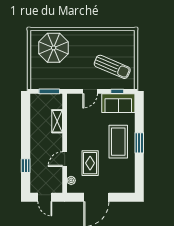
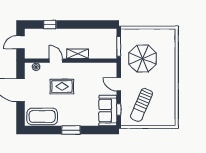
parasol: (54, 48) -> (143, 59), moved
shelving: (57, 121) -> (78, 54), moved
coffee table: (118, 142) -> (42, 116), moved
rug: (90, 163) -> (62, 87), moved

